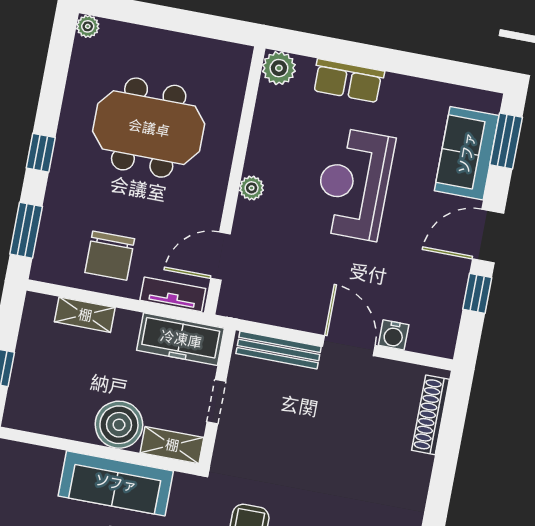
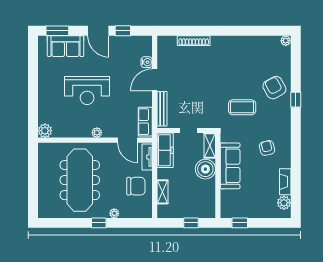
plant: (88, 26) -> (114, 213), moved
row of seats: (348, 81) -> (145, 122), moved, turned 180
meeting table: (149, 128) -> (80, 180), width x1.36
window: (26, 230) -> (132, 223), removed
shoe rack: (430, 415) -> (194, 41), moved

